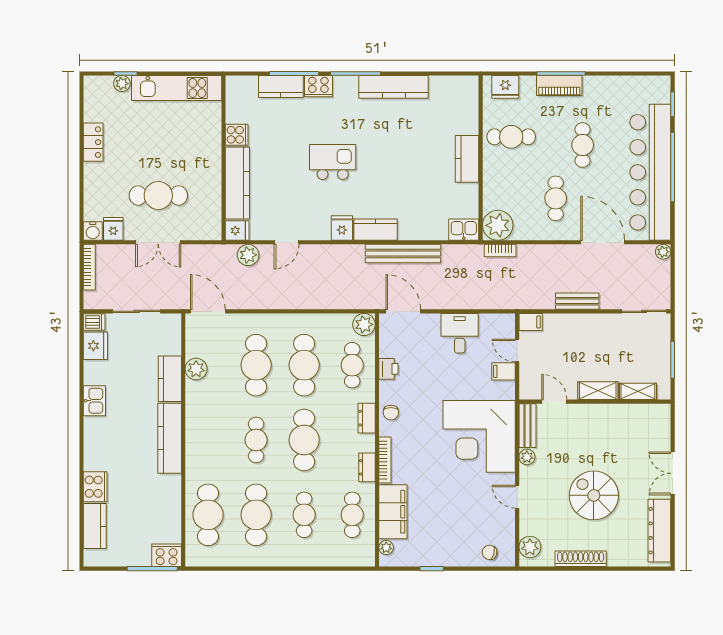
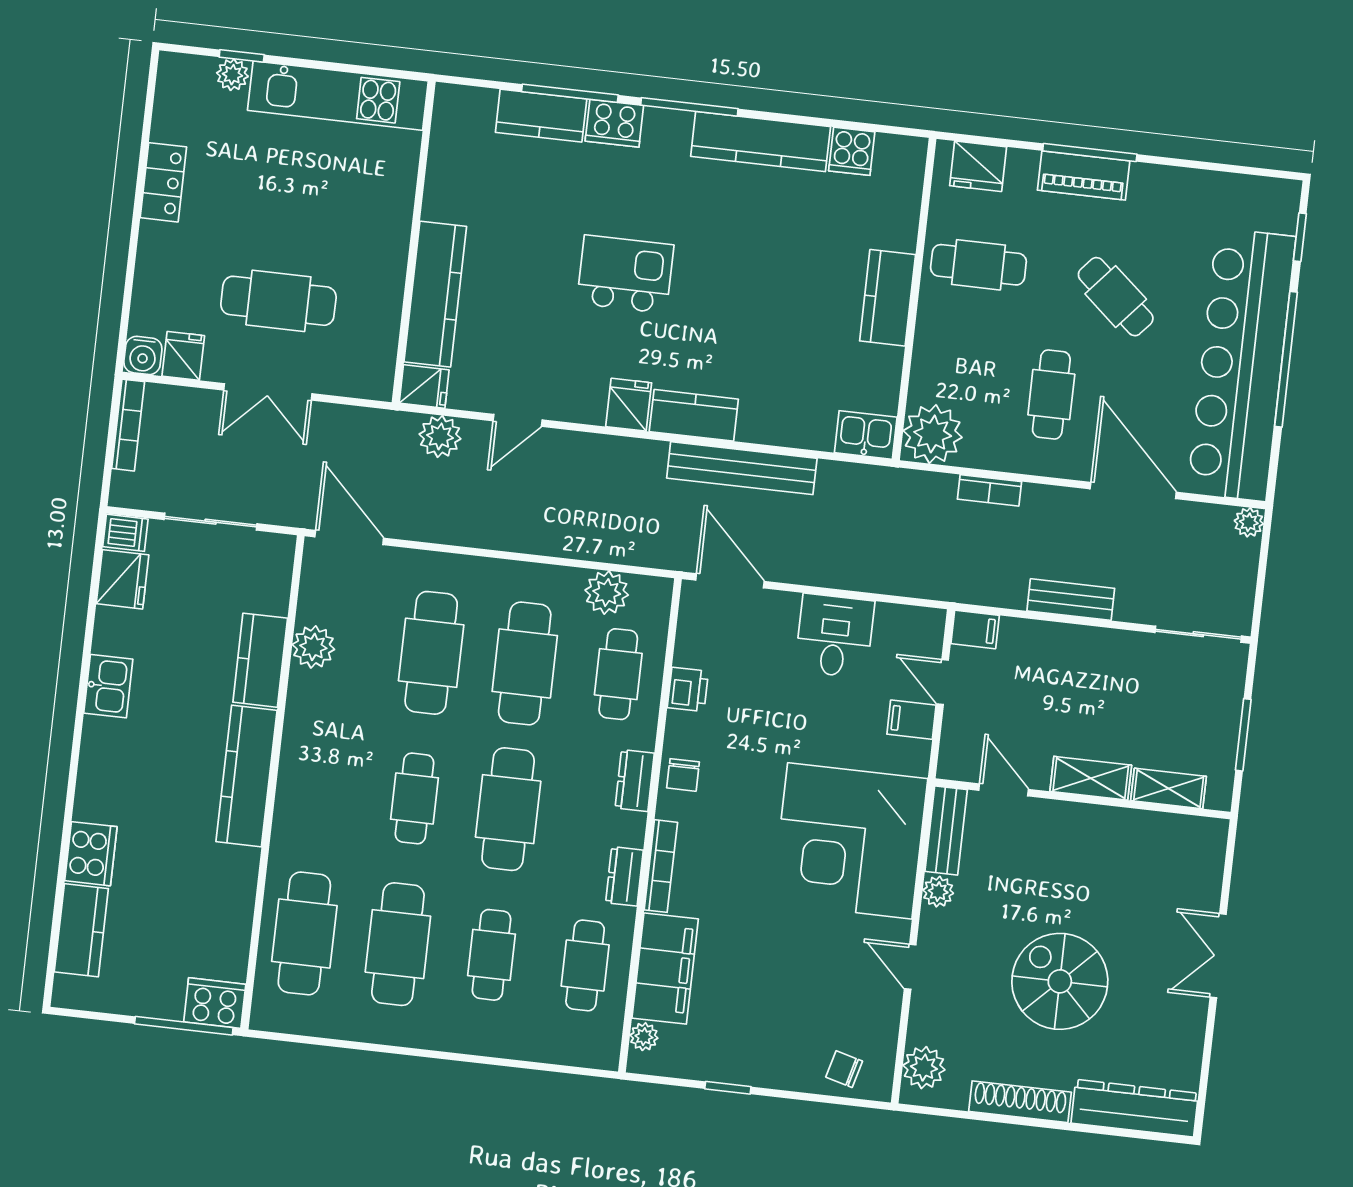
cooker: (237, 135) -> (852, 151), moved, turned 90
cafe table: (583, 145) -> (1116, 297), turned -49
bookcase: (500, 251) -> (989, 490), moved
plant: (364, 324) -> (607, 593), moved
dresser: (659, 531) -> (1135, 1108), moved, turned 90

